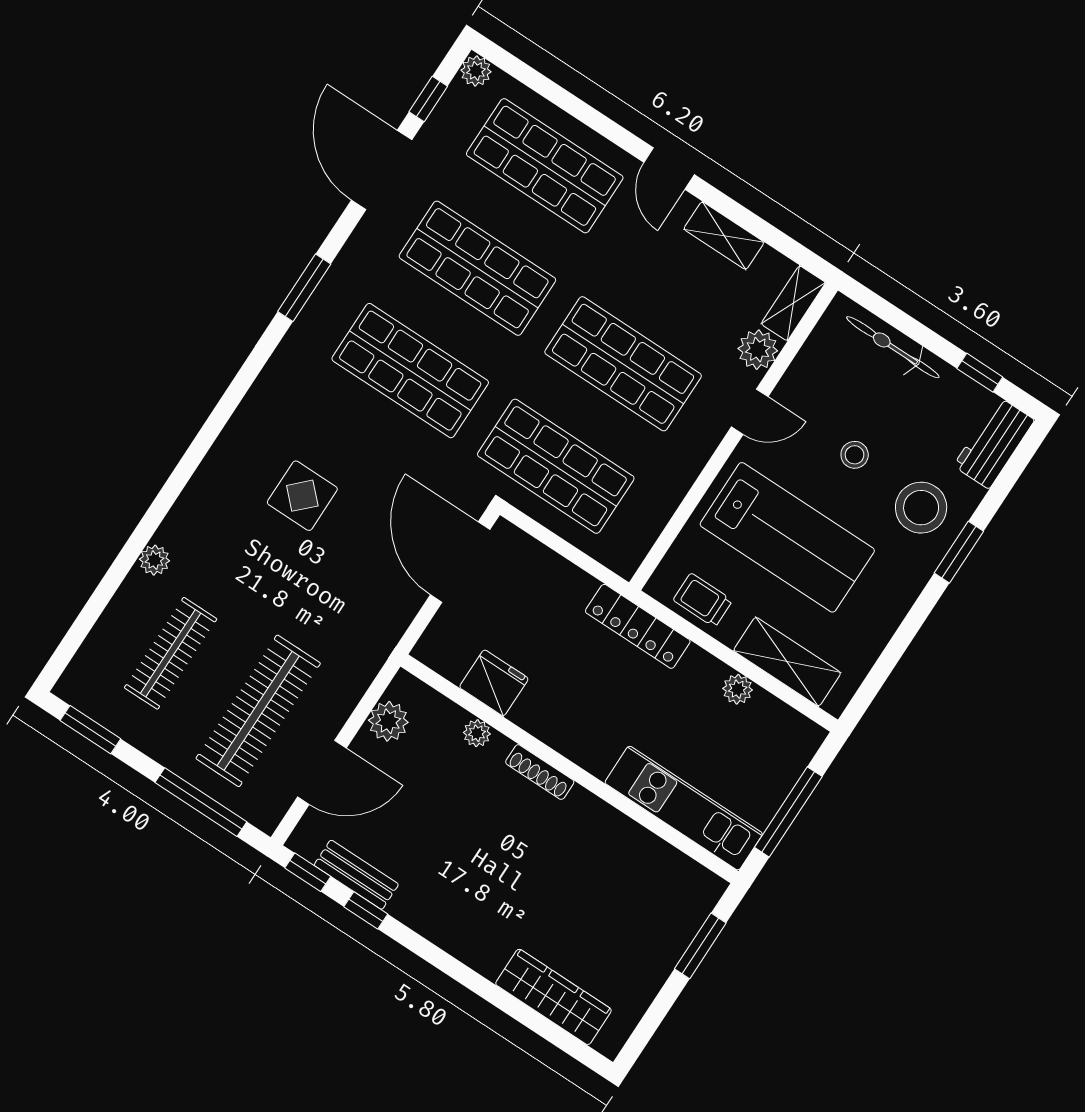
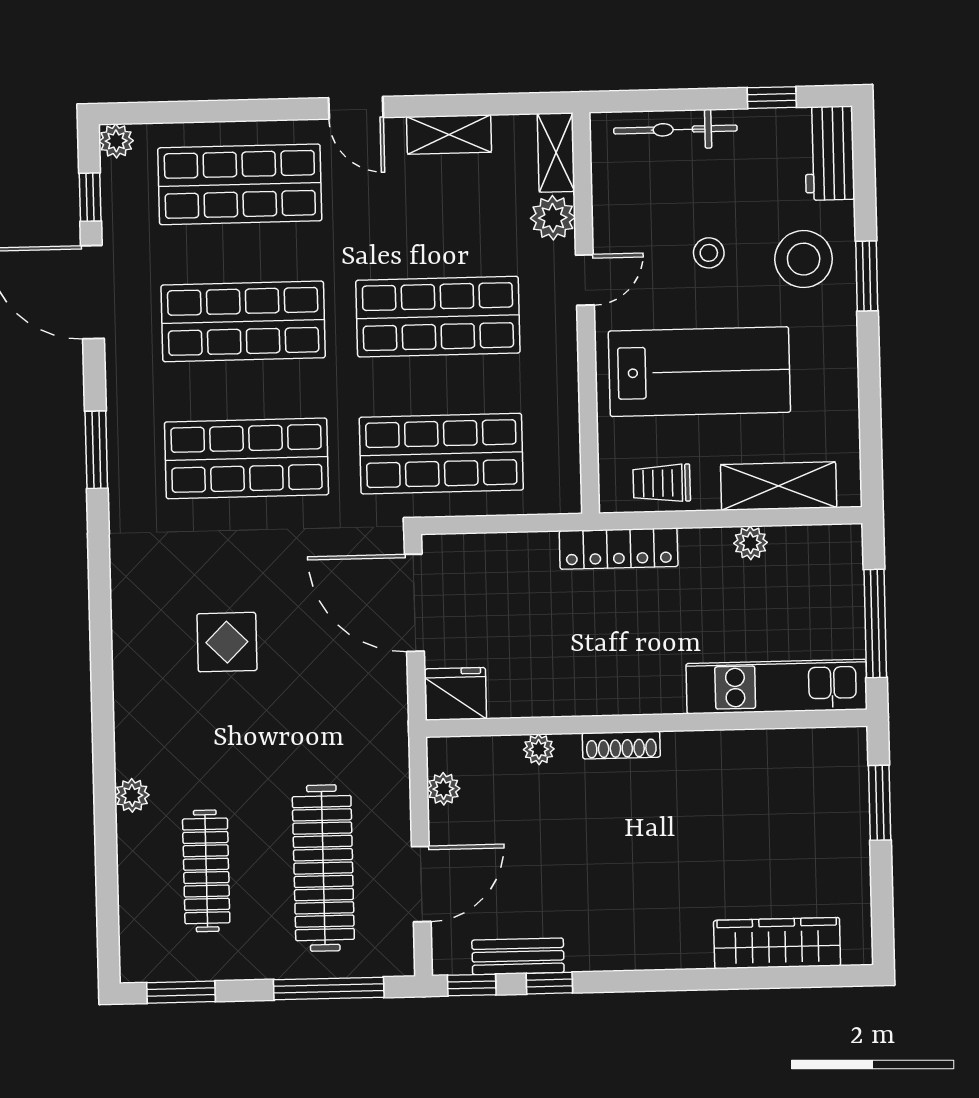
fridge: (494, 683) -> (456, 694), moved
plant: (388, 721) -> (443, 789), width x0.73, depth x0.73

